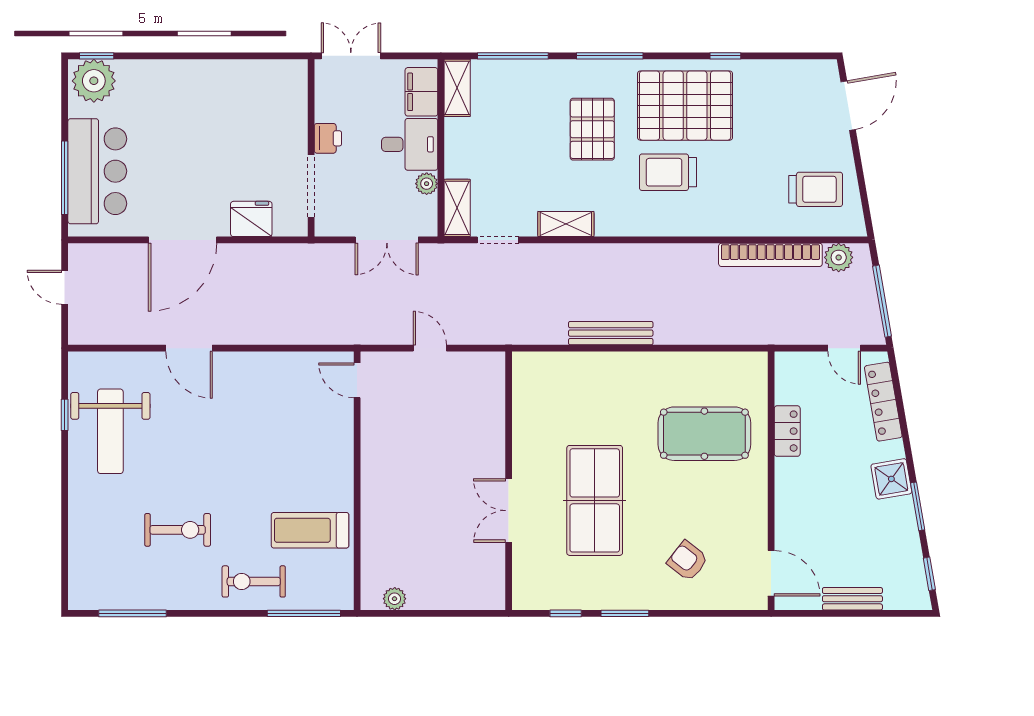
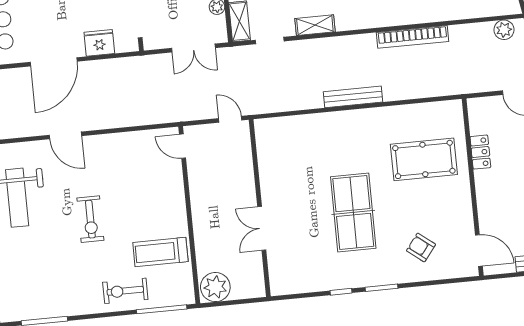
bookcase: (770, 255) -> (413, 37), moved
wall: (509, 481) -> (260, 208), moved
double door: (509, 511) -> (262, 228), moved
exercise bike: (178, 530) -> (90, 219), moved, turned 90
plant: (395, 599) -> (215, 287), width x1.88, depth x1.88

